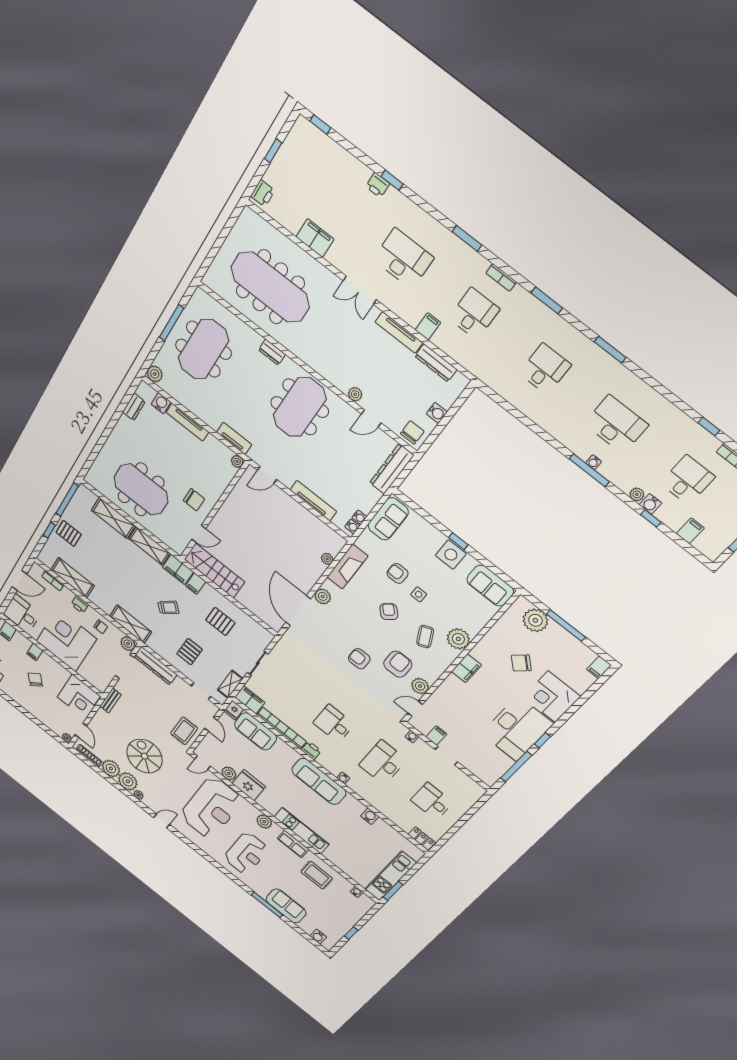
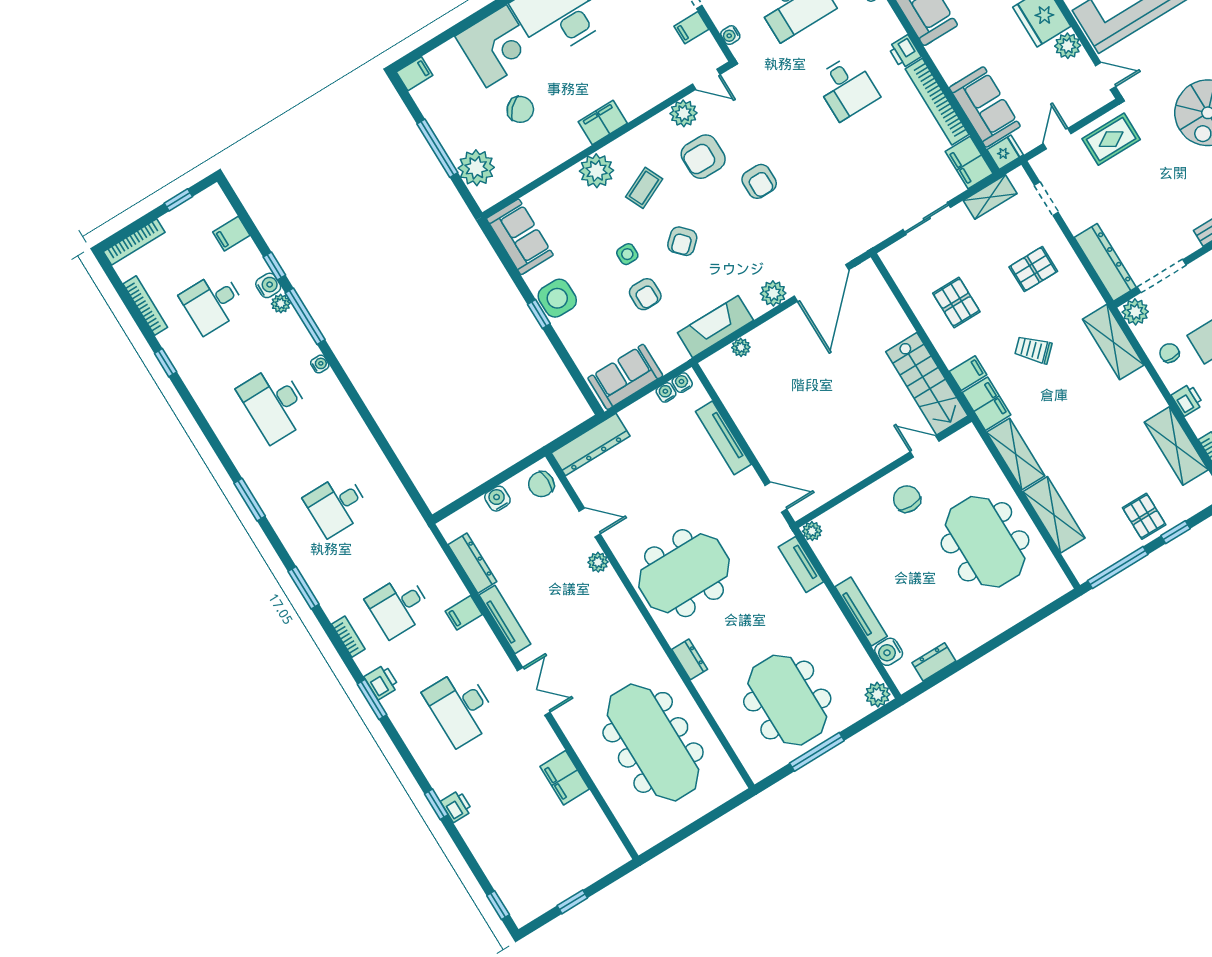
printer: (263, 193) -> (382, 682), moved, turned 90
meeting table: (203, 349) -> (787, 700), turned 90
window: (589, 470) -> (305, 316), moved

